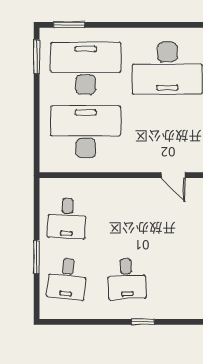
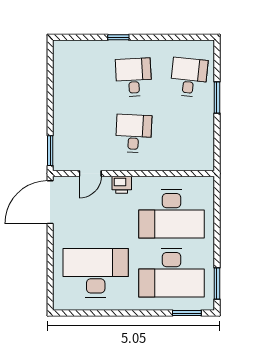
printer: (139, 163) -> (122, 185), added
door: (173, 175) -> (90, 173), swing flipped
desk: (67, 218) -> (134, 133), moved

